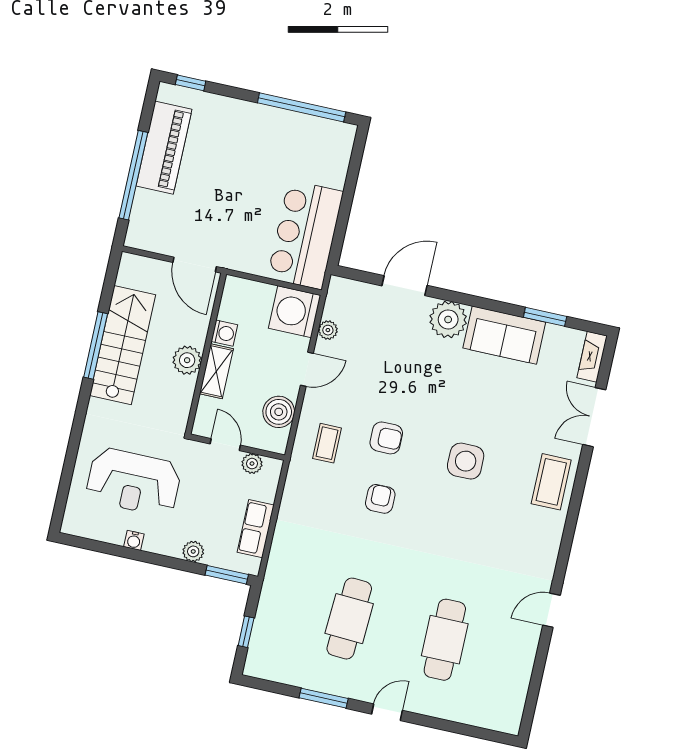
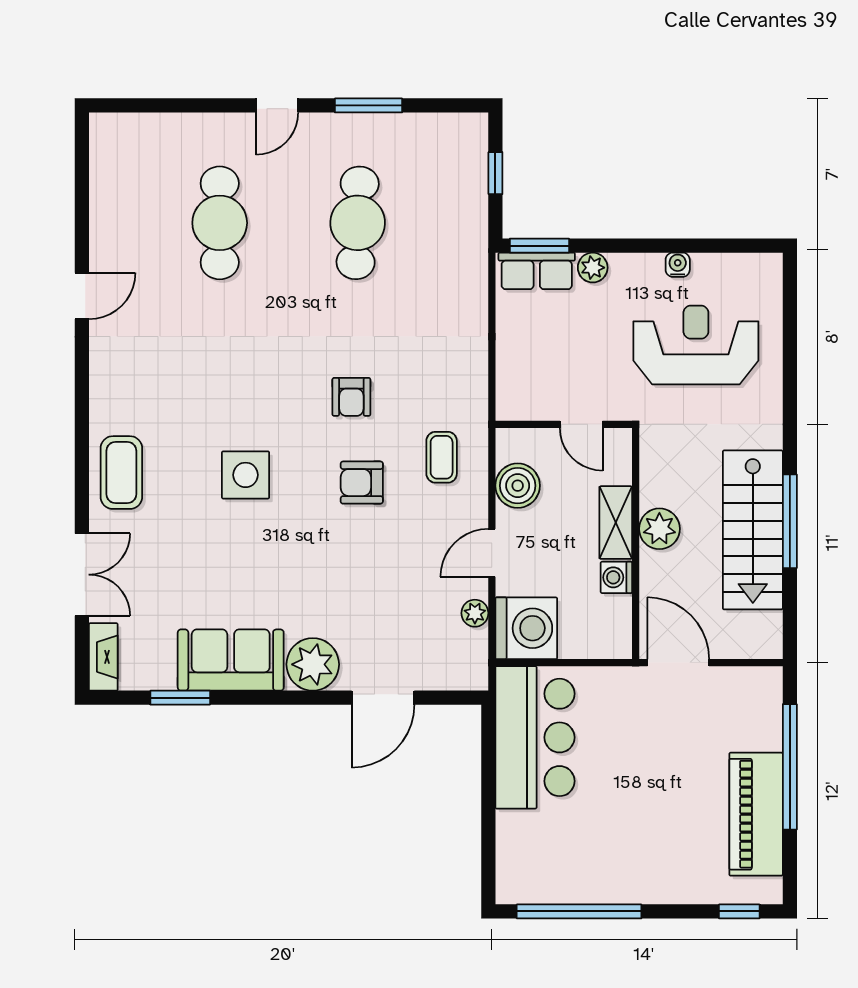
plant: (252, 464) -> (539, 406), removed
row of seats: (256, 529) -> (537, 271), moved, turned 90

